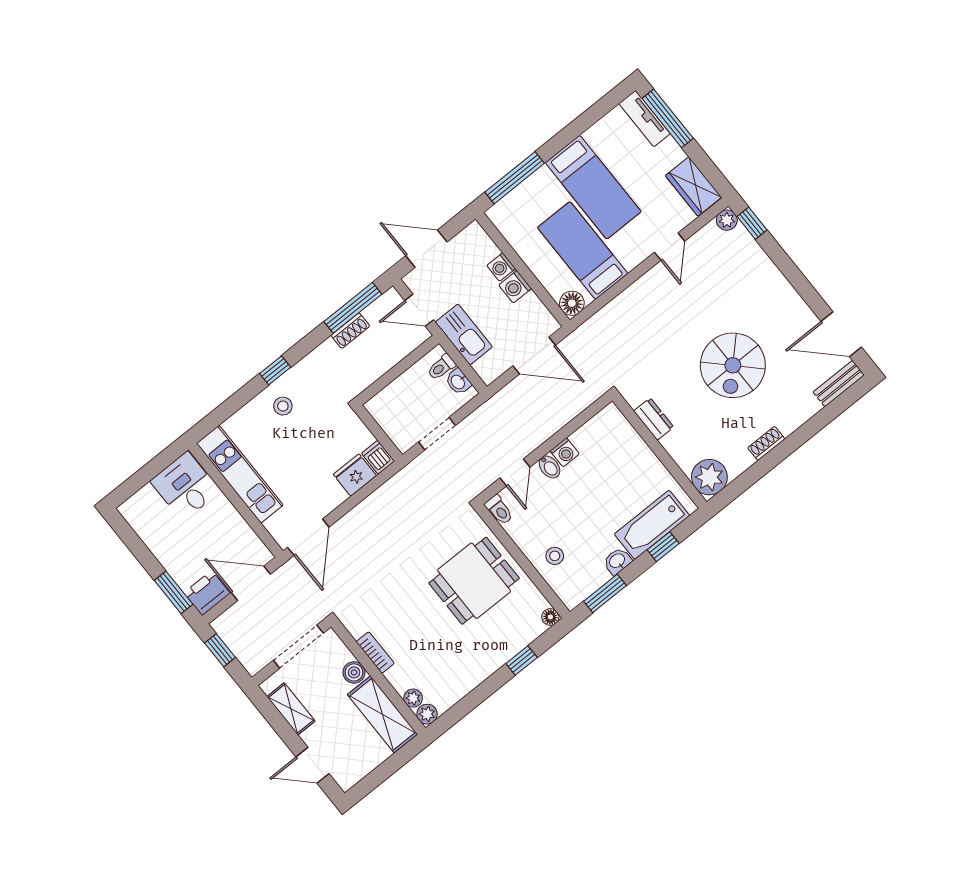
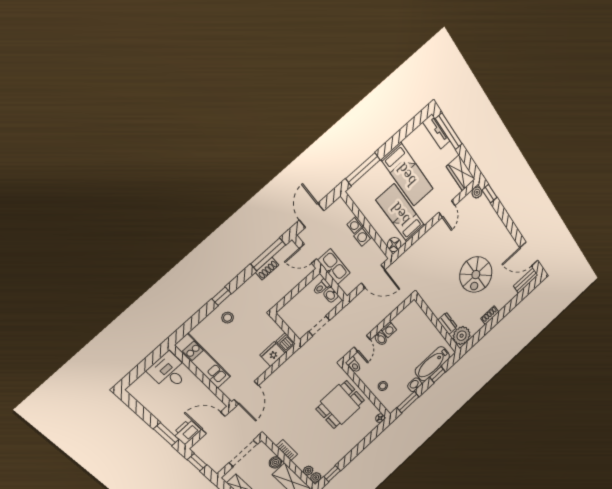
door: (426, 249) -> (312, 215), hinge flipped
dresser: (654, 419) -> (447, 323), moved
window: (522, 661) -> (332, 474), moved

